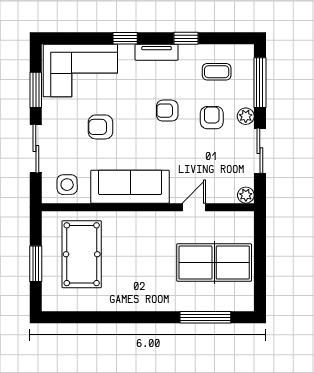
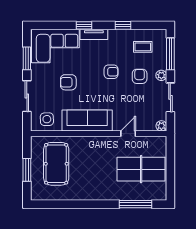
tv unit: (157, 52) -> (94, 34), moved
armchair: (167, 111) -> (111, 72), turned 180

